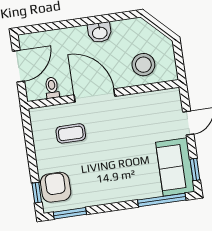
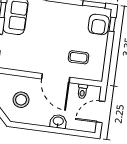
washbasin: (100, 32) -> (58, 121), moved
stool: (143, 65) -> (21, 100), moved

